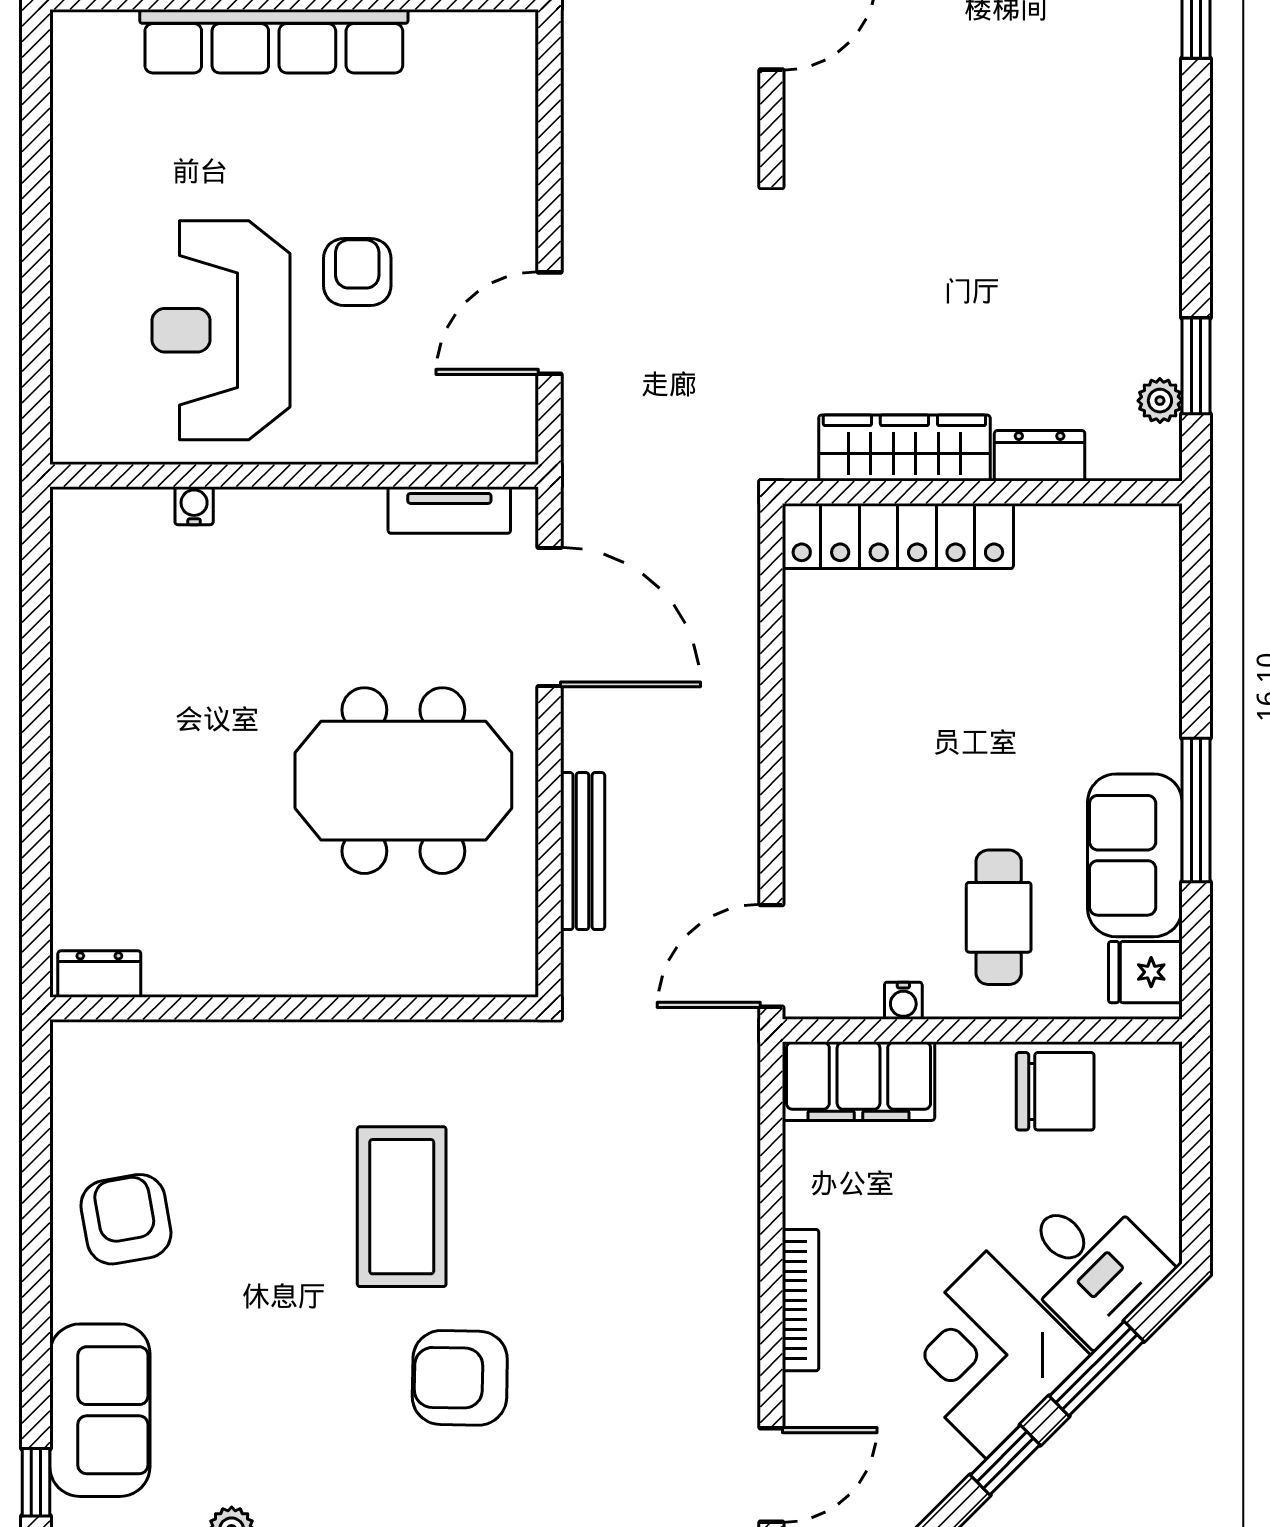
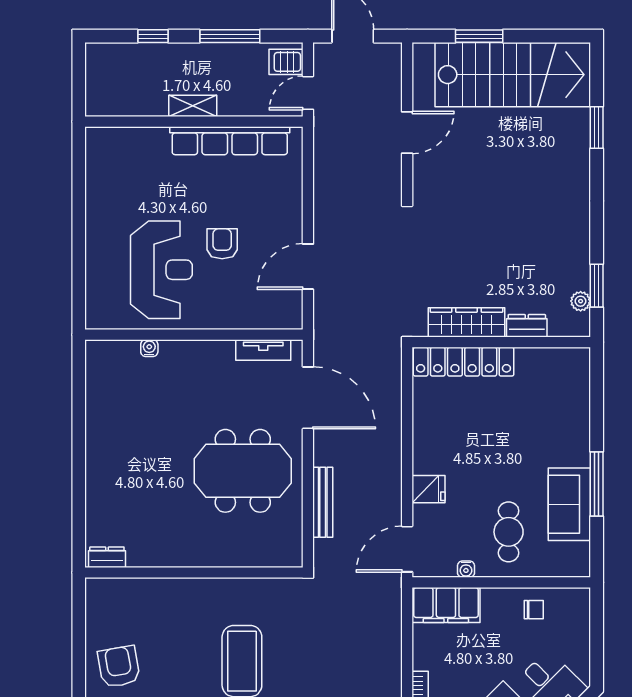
row of seats: (274, 41) -> (230, 141), moved
reception desk: (221, 330) -> (161, 270), turned 180
fridge: (1145, 972) -> (428, 489), moved, turned 180
chair: (1055, 1091) -> (534, 610), width x0.54, depth x0.54

